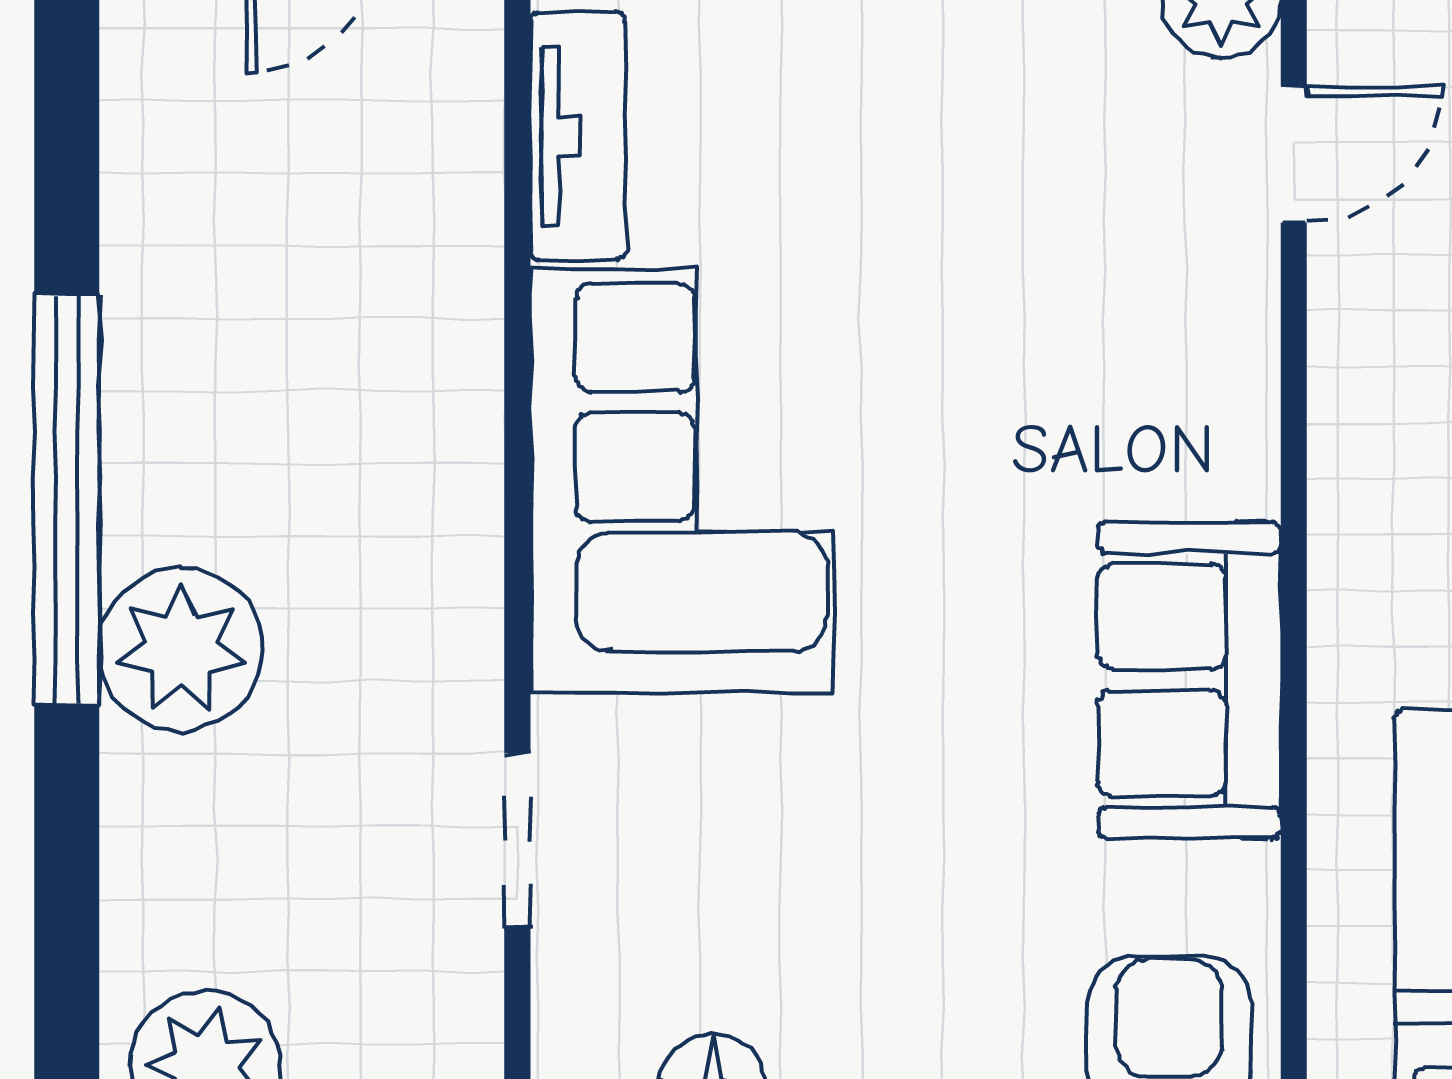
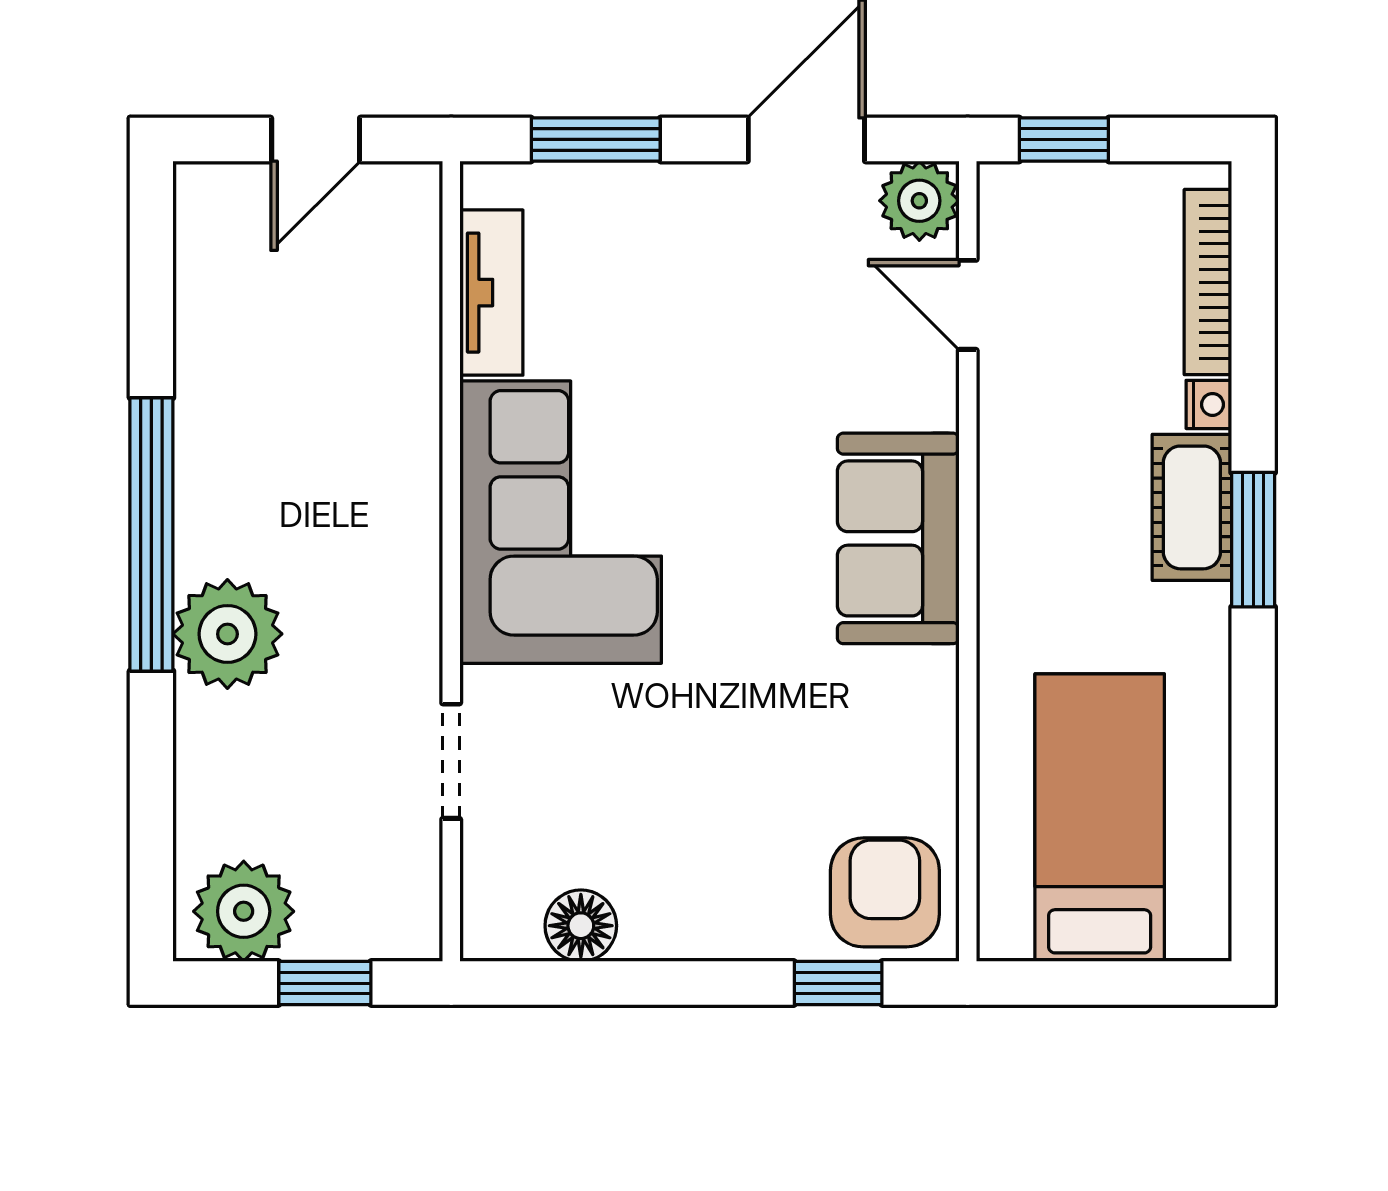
door: (1294, 154) -> (968, 305), swing flipped
sofa: (1189, 680) -> (898, 538), moved

